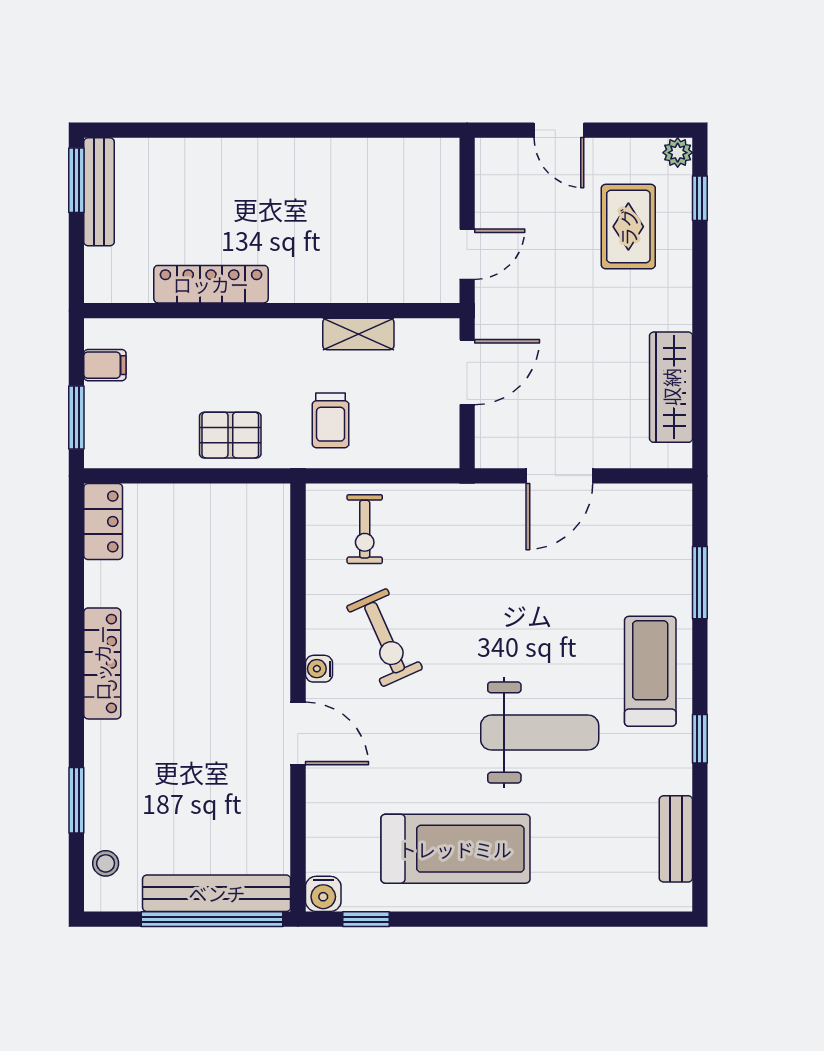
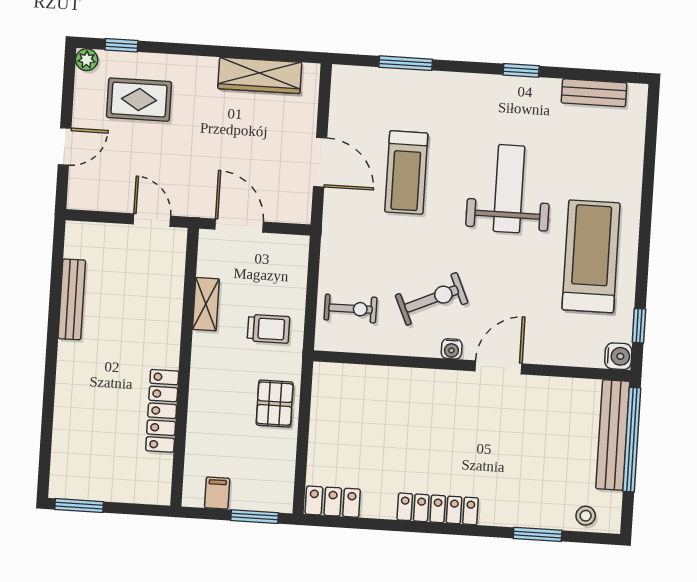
bench: (99, 192) -> (72, 299), moved, turned 90
treadmill: (650, 671) -> (406, 173), moved, turned -90

